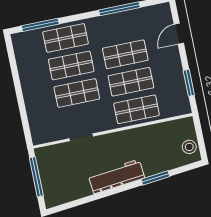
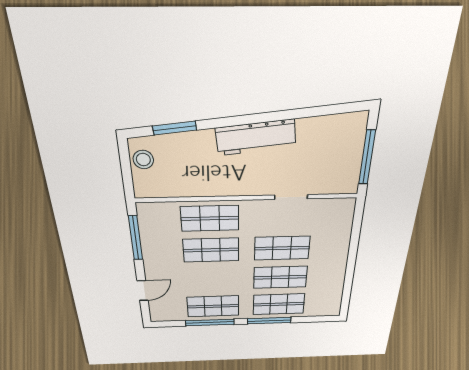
window: (40, 25) -> (269, 321), moved
shop shelf: (125, 54) -> (213, 306), moved
window: (189, 83) -> (136, 238), width x1.44
window: (155, 178) -> (175, 128), moved

